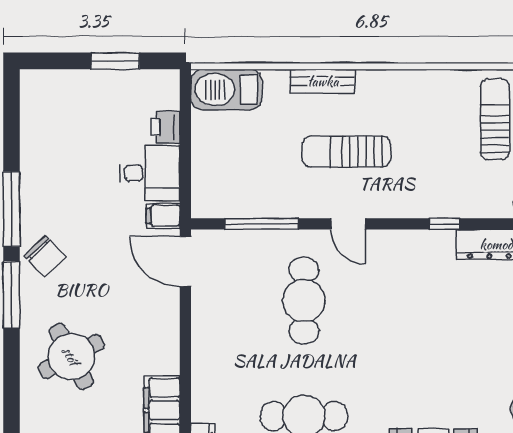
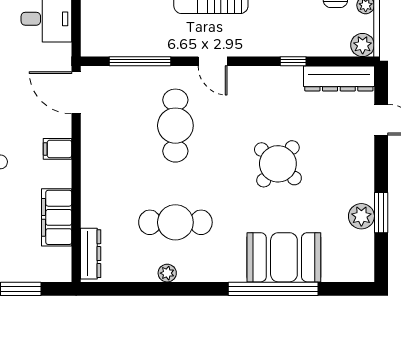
filing cabinet: (163, 216) -> (57, 149), moved
round table: (426, 346) -> (278, 164), added

